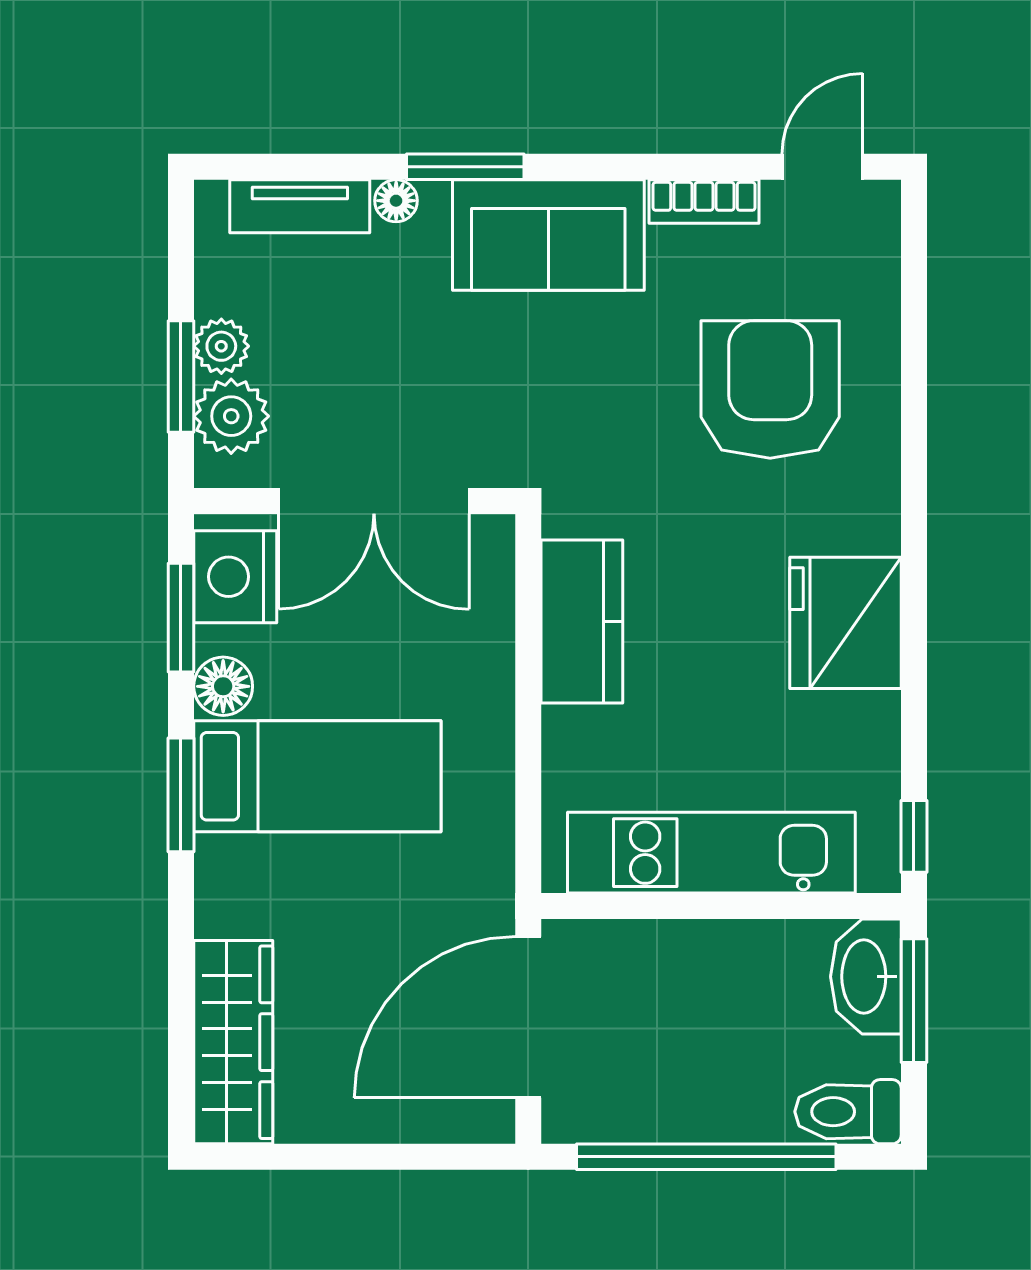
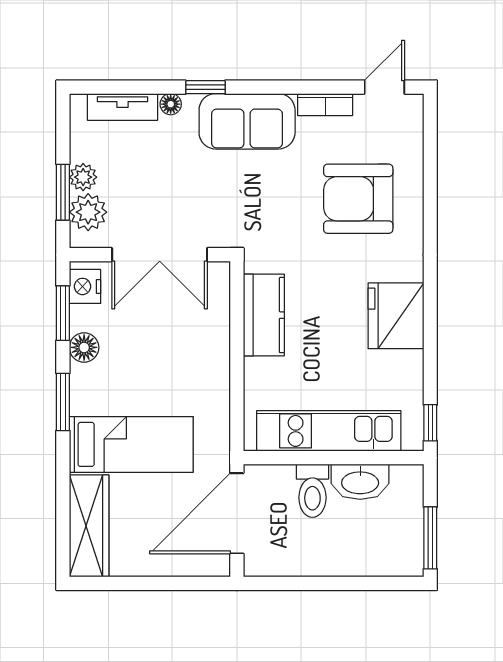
window: (465, 167) -> (205, 87), width x0.67
armchair: (770, 389) -> (358, 199), turned -90
nightstand: (235, 577) -> (85, 286), width x0.74, depth x0.75
bed: (317, 776) -> (131, 444), moved
washbasin: (866, 977) -> (360, 482), moved, turned -90
window: (914, 1001) -> (430, 538), moved
toilet: (848, 1112) -> (312, 491), moved, turned -90
window: (706, 1157) -> (326, 583), removed

